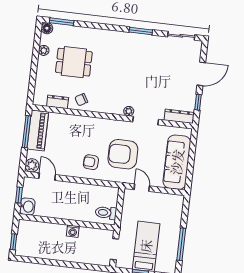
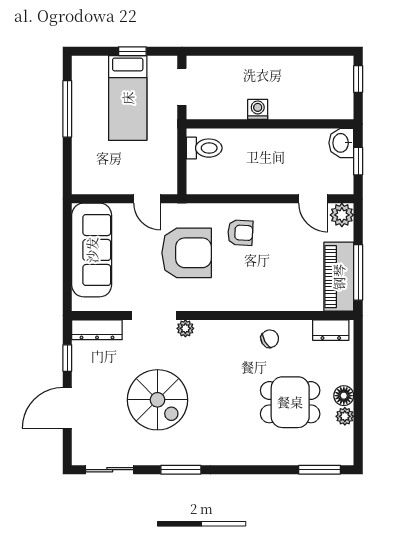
floor lamp: (47, 28) -> (344, 396), moved
spiral stairs: (149, 72) -> (157, 400), added
dresser: (58, 102) -> (331, 330), moved

